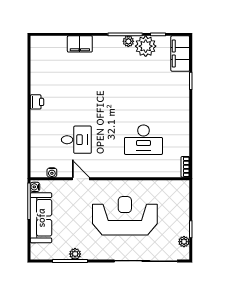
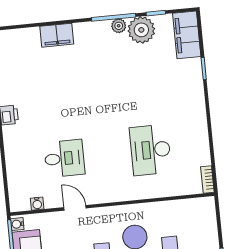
desk: (143, 140) -> (150, 150), turned 90

